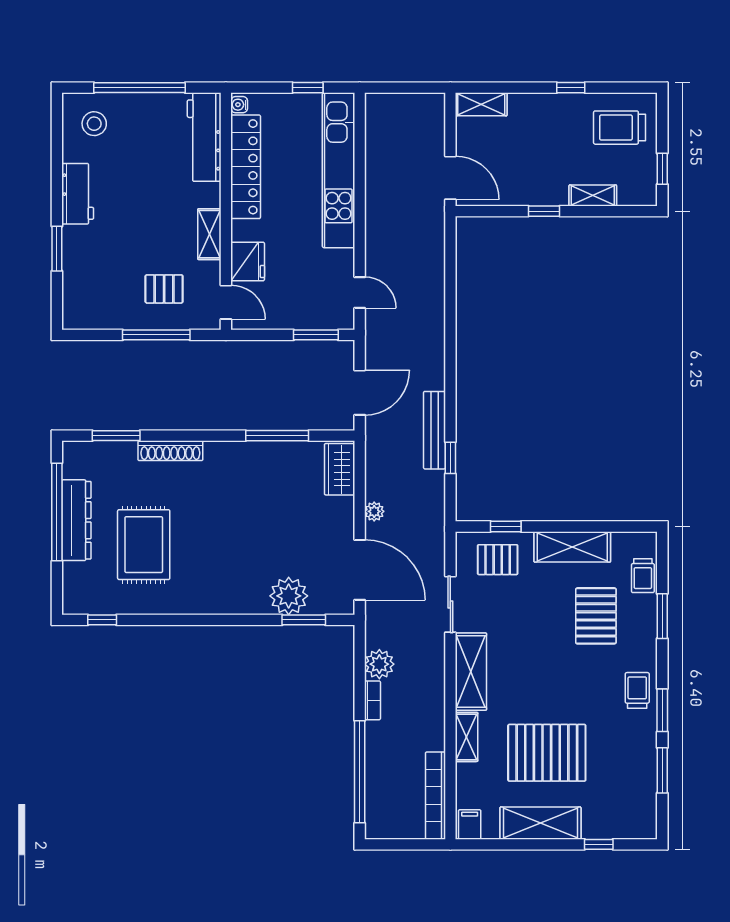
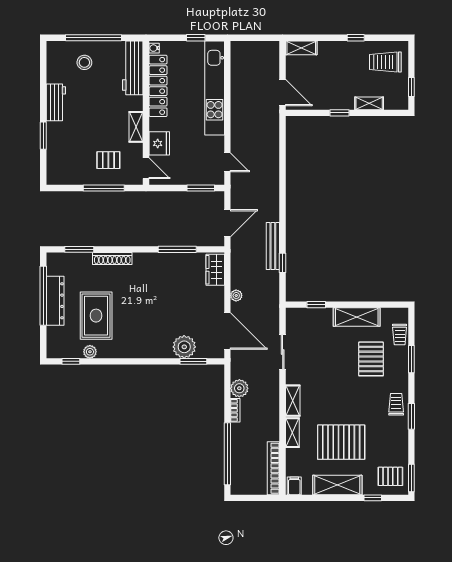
stool: (94, 124) -> (84, 62), moved
pallet: (498, 560) -> (390, 476), moved
plant: (134, 604) -> (90, 352), added
shelving: (471, 672) -> (293, 401), width x0.67, depth x0.75
window: (662, 770) -> (411, 478), moved

